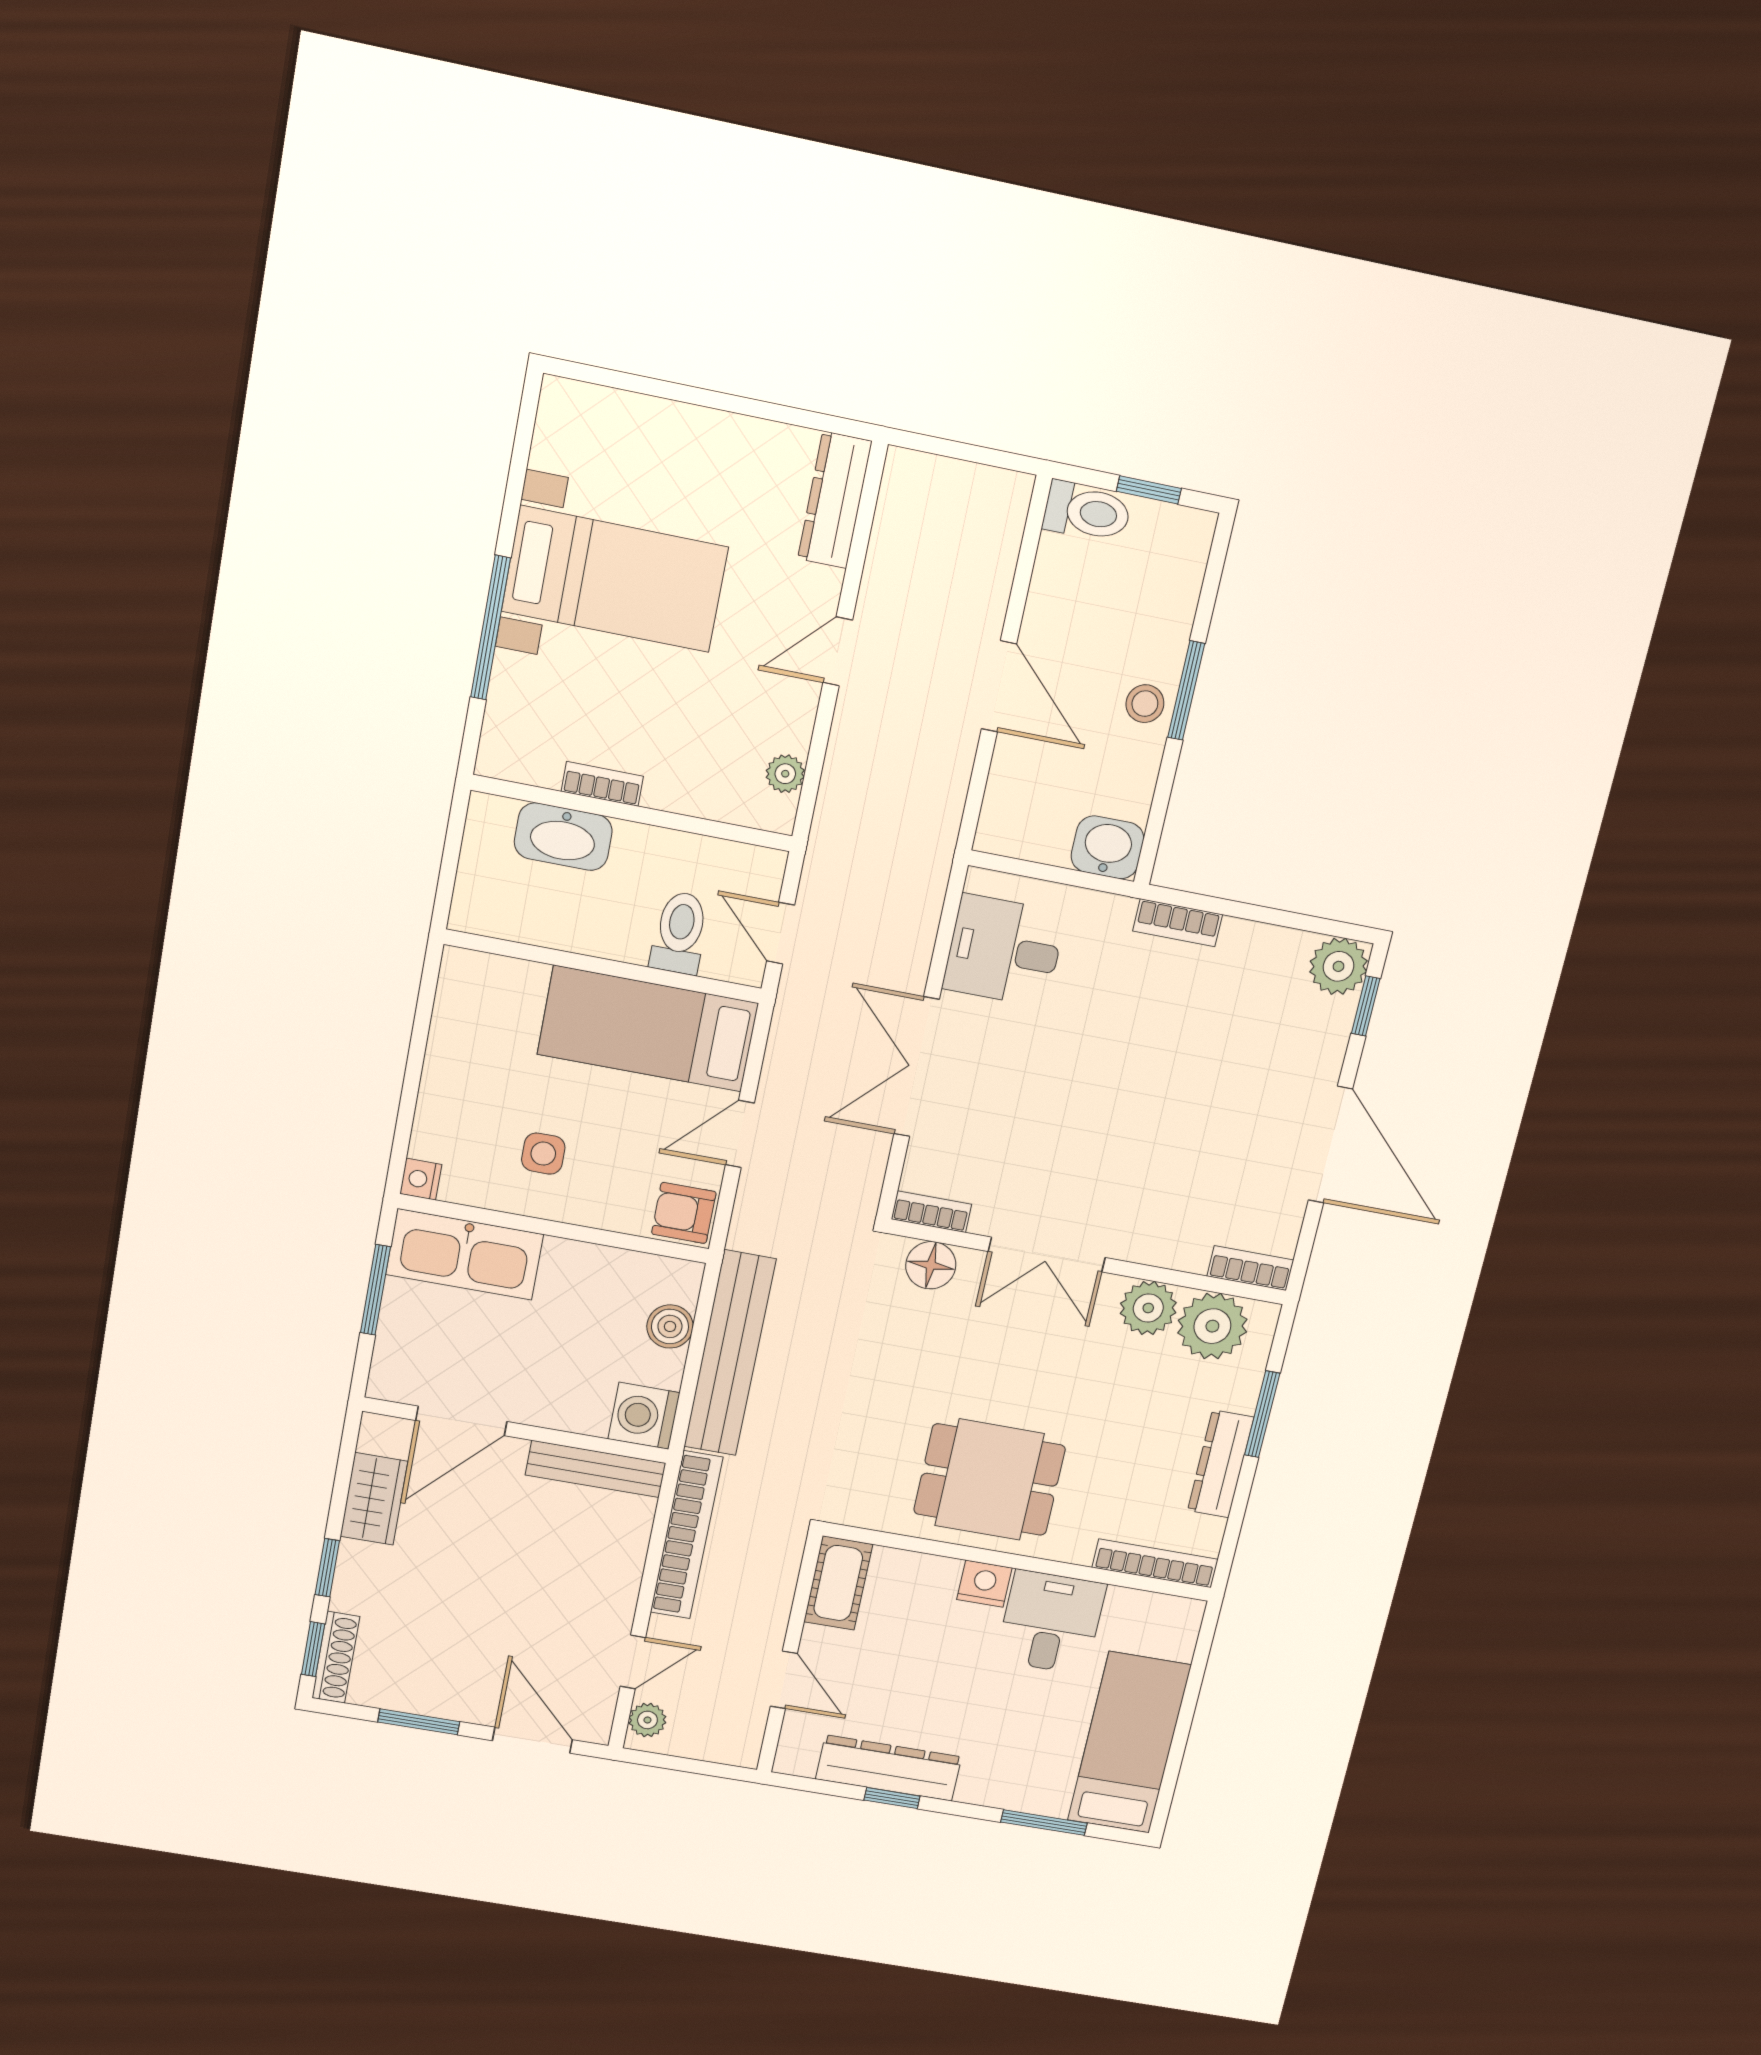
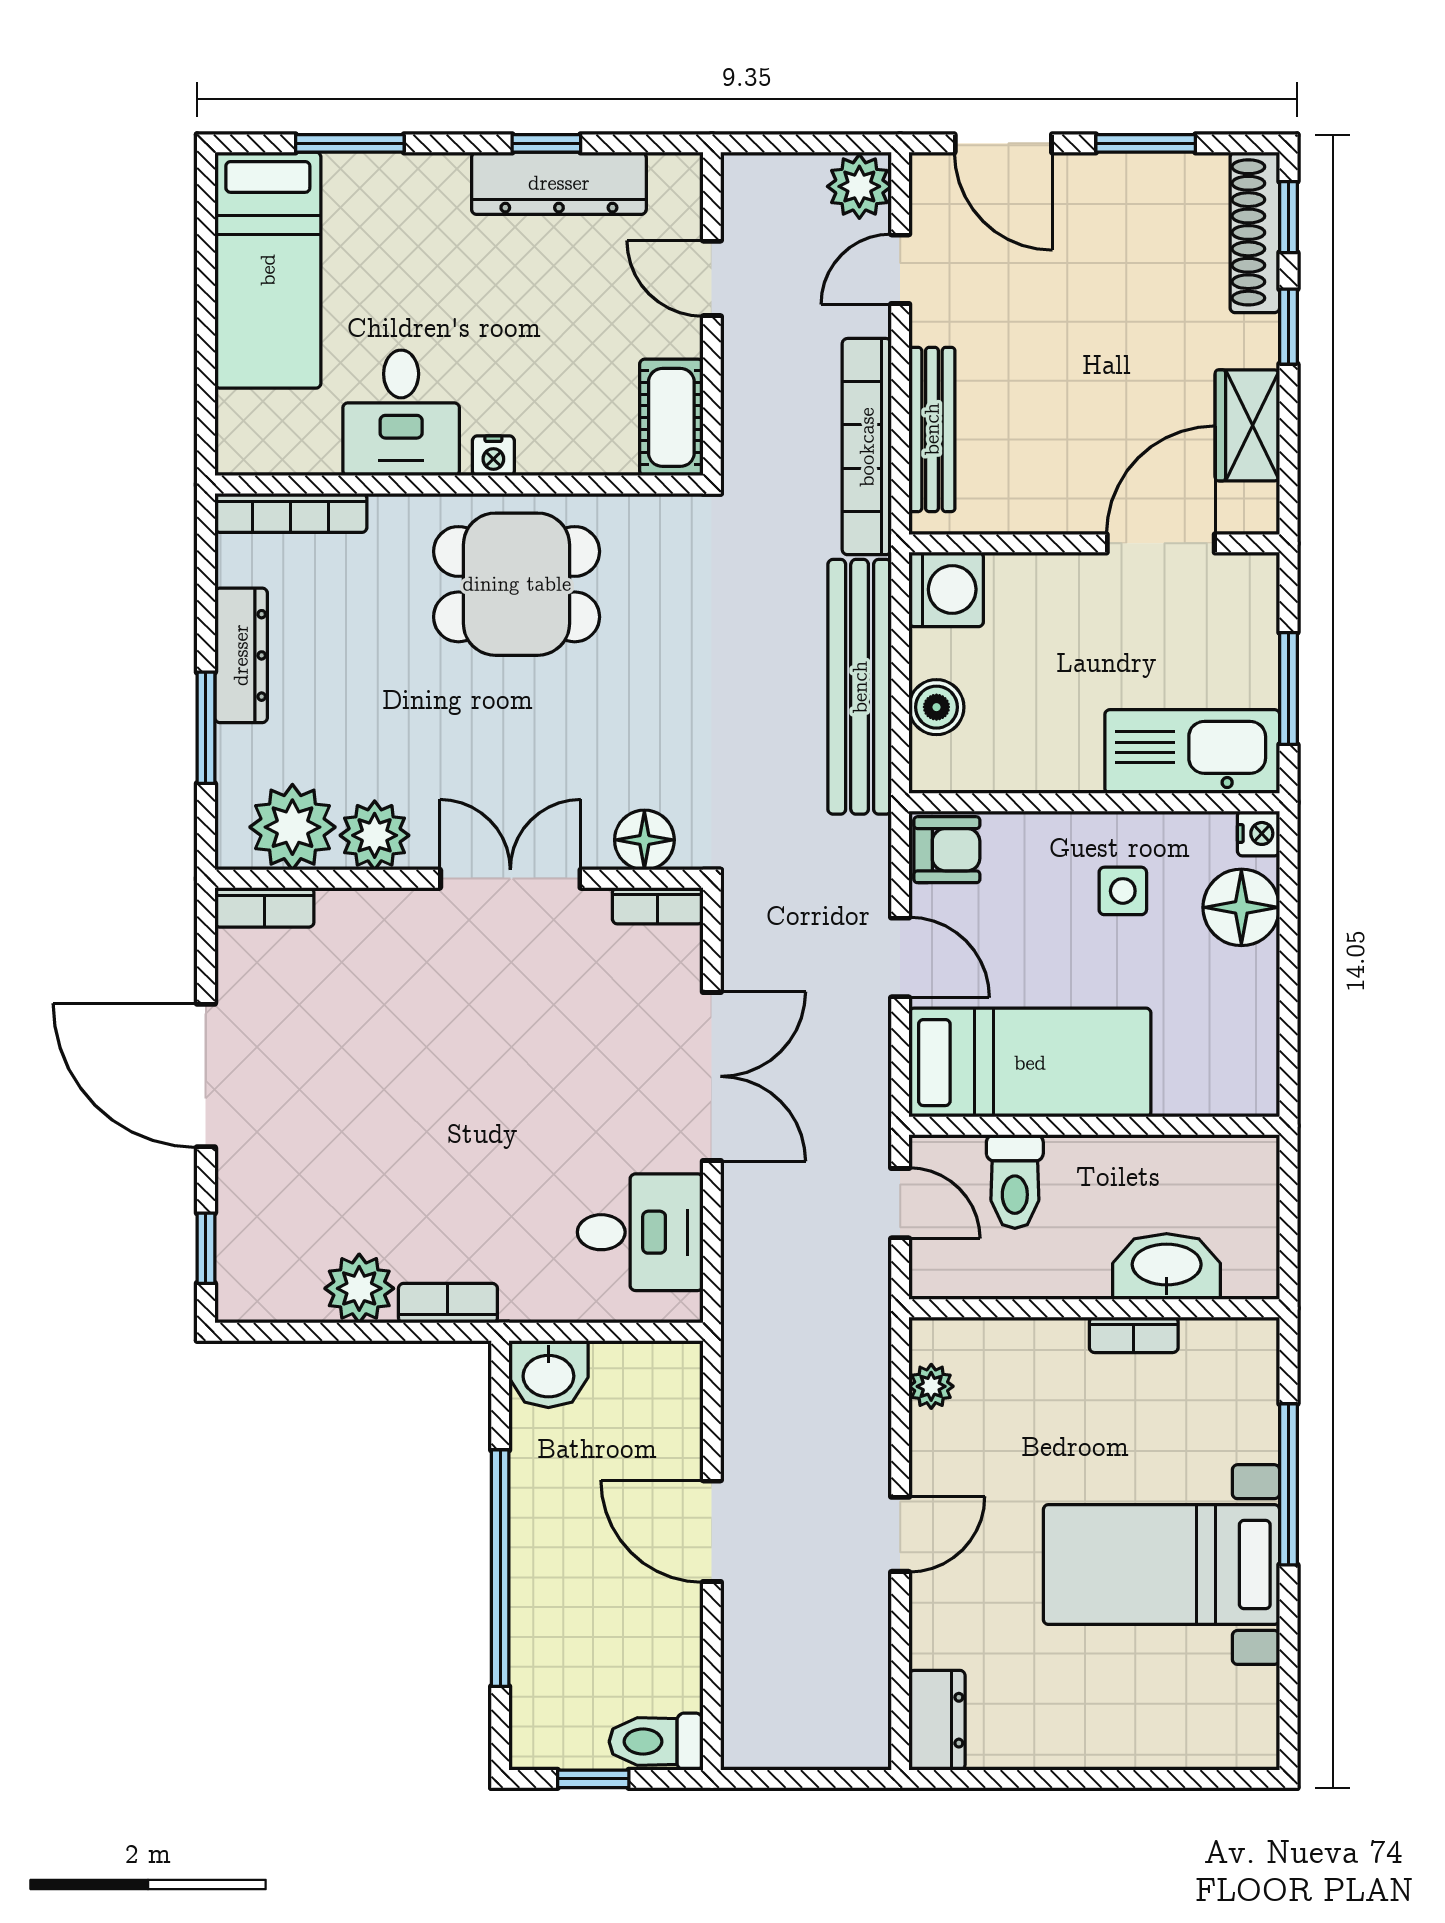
dresser: (835, 500) -> (937, 1720), width x0.70
window: (1186, 691) -> (500, 1568), width x2.11
stool: (1145, 704) -> (543, 1544), removed
plant: (1338, 966) -> (359, 1288), moved
floor lamp: (446, 1122) -> (1241, 907), added
door: (740, 1134) -> (900, 957), hinge flipped
bench: (596, 1469) -> (932, 429), moved, turned 90
nightstand: (984, 1584) -> (493, 456), width x0.72, depth x0.74
shoe rack: (336, 1657) -> (1255, 232), width x1.36, depth x1.24
plant: (647, 1720) -> (859, 186), width x1.38, depth x1.38

